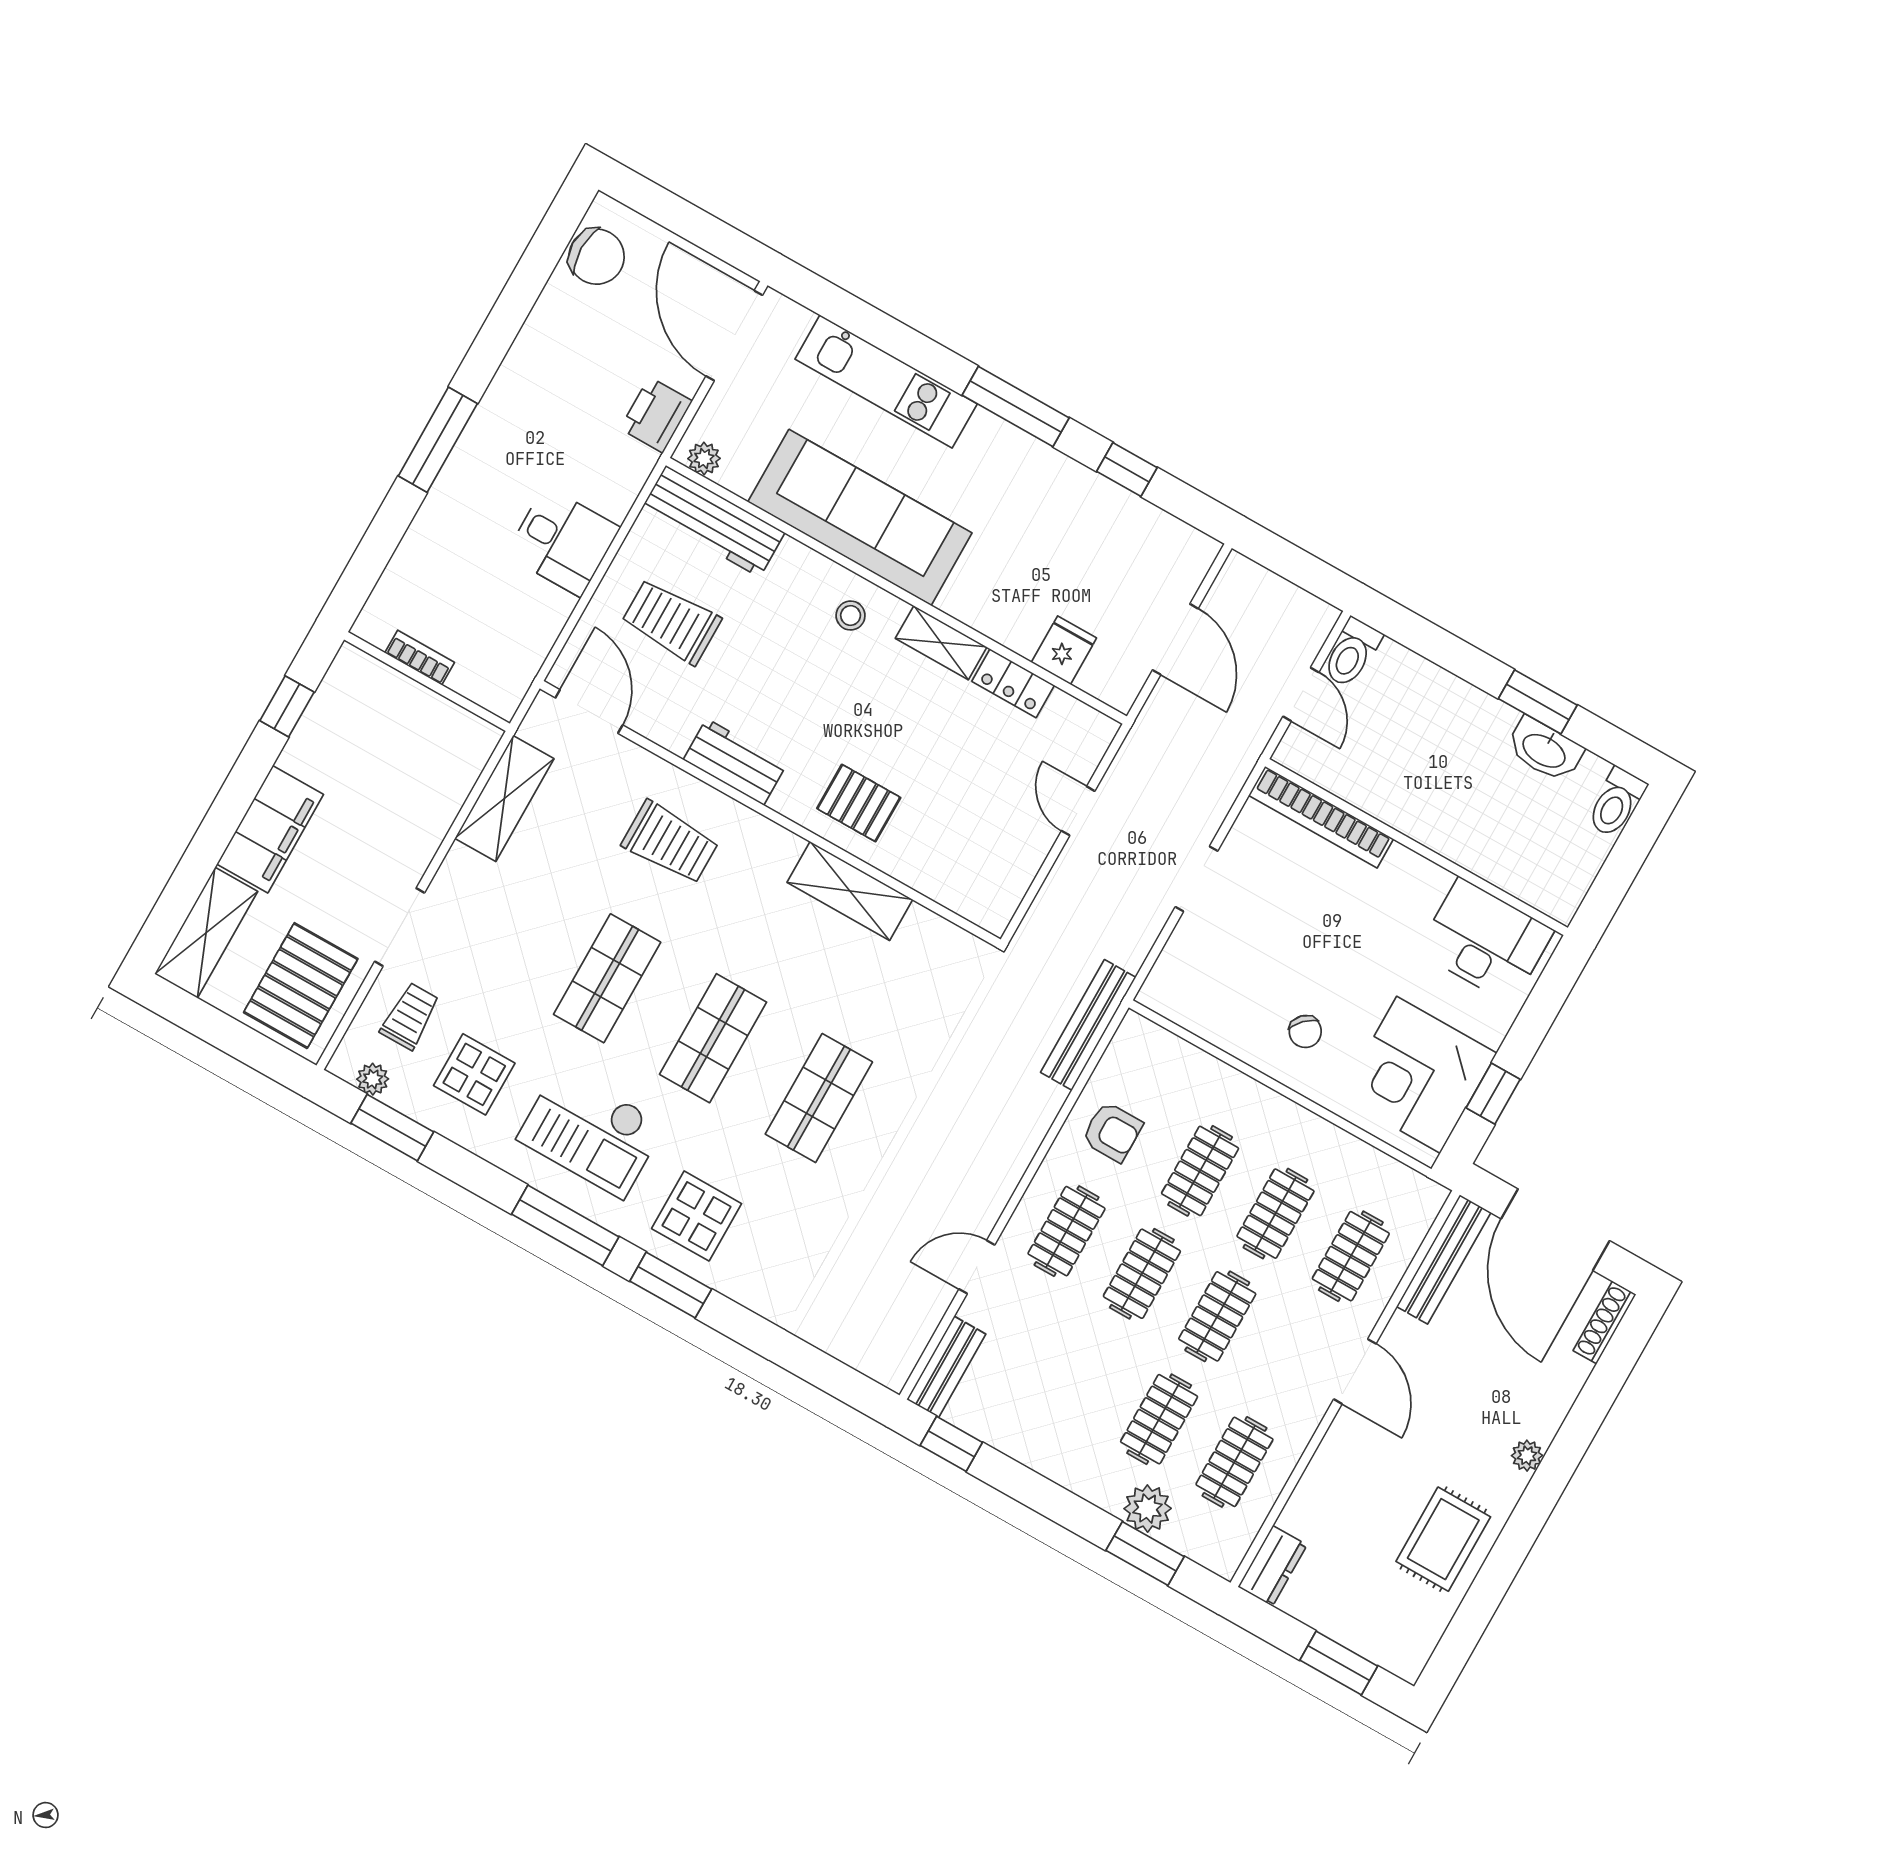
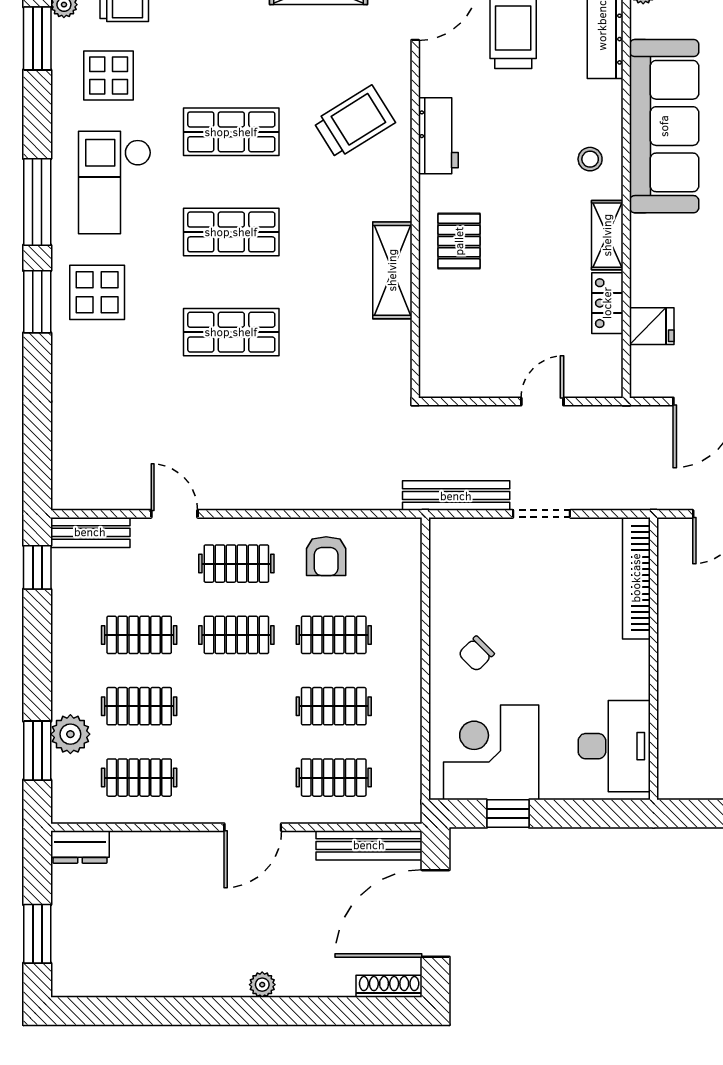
trolley: (670, 843) -> (354, 122), turned -122
bench: (1088, 1025) -> (456, 496), moved
clothes rail: (1217, 1316) -> (139, 635), moved
rug: (1443, 1539) -> (168, 959), removed

